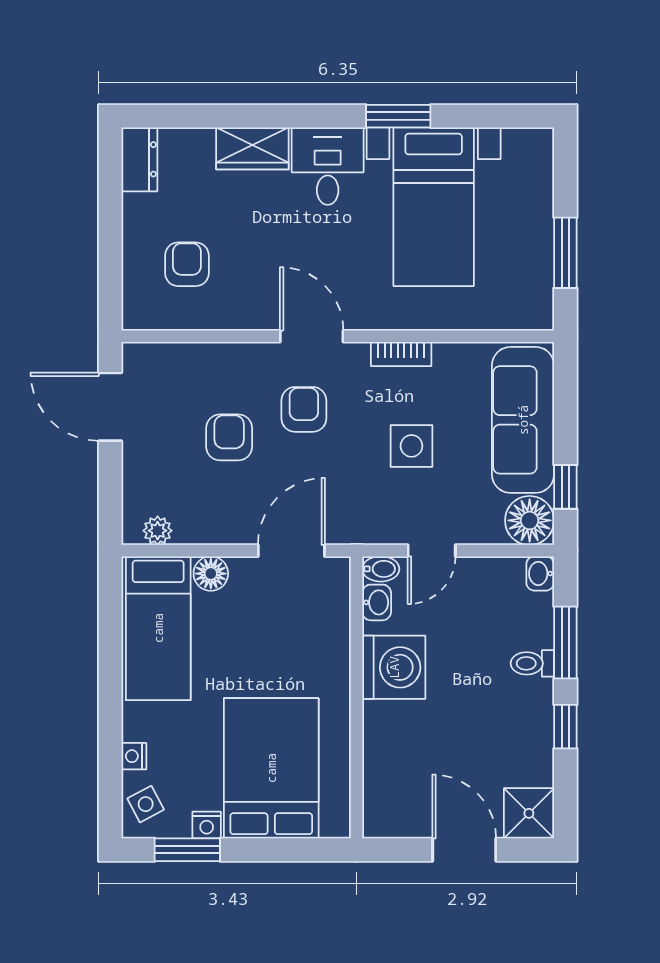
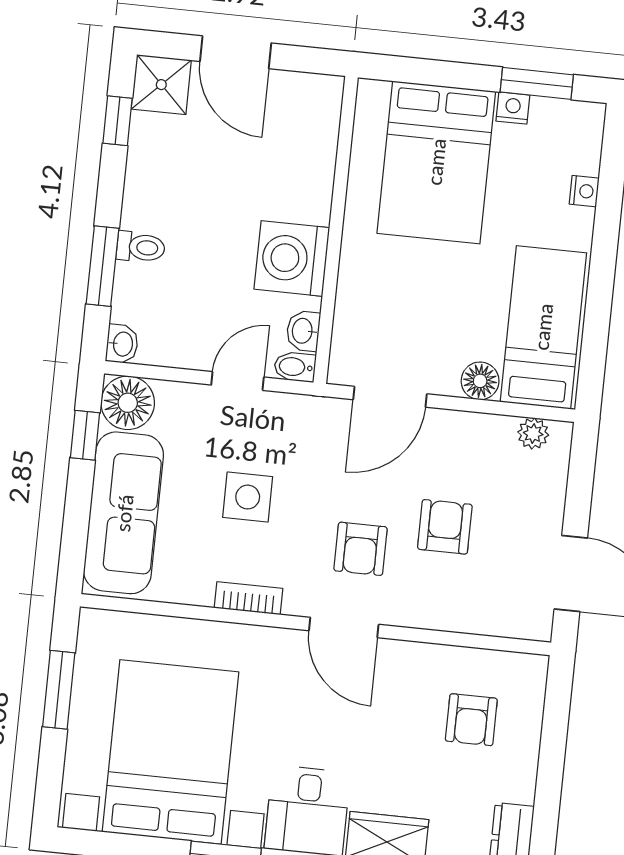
bed with nightstands: (434, 207) -> (170, 752), width x1.36
armchair: (229, 437) -> (445, 527), turned 180
window: (565, 727) -> (118, 121), moved
side table: (146, 804) -> (577, 138), removed

